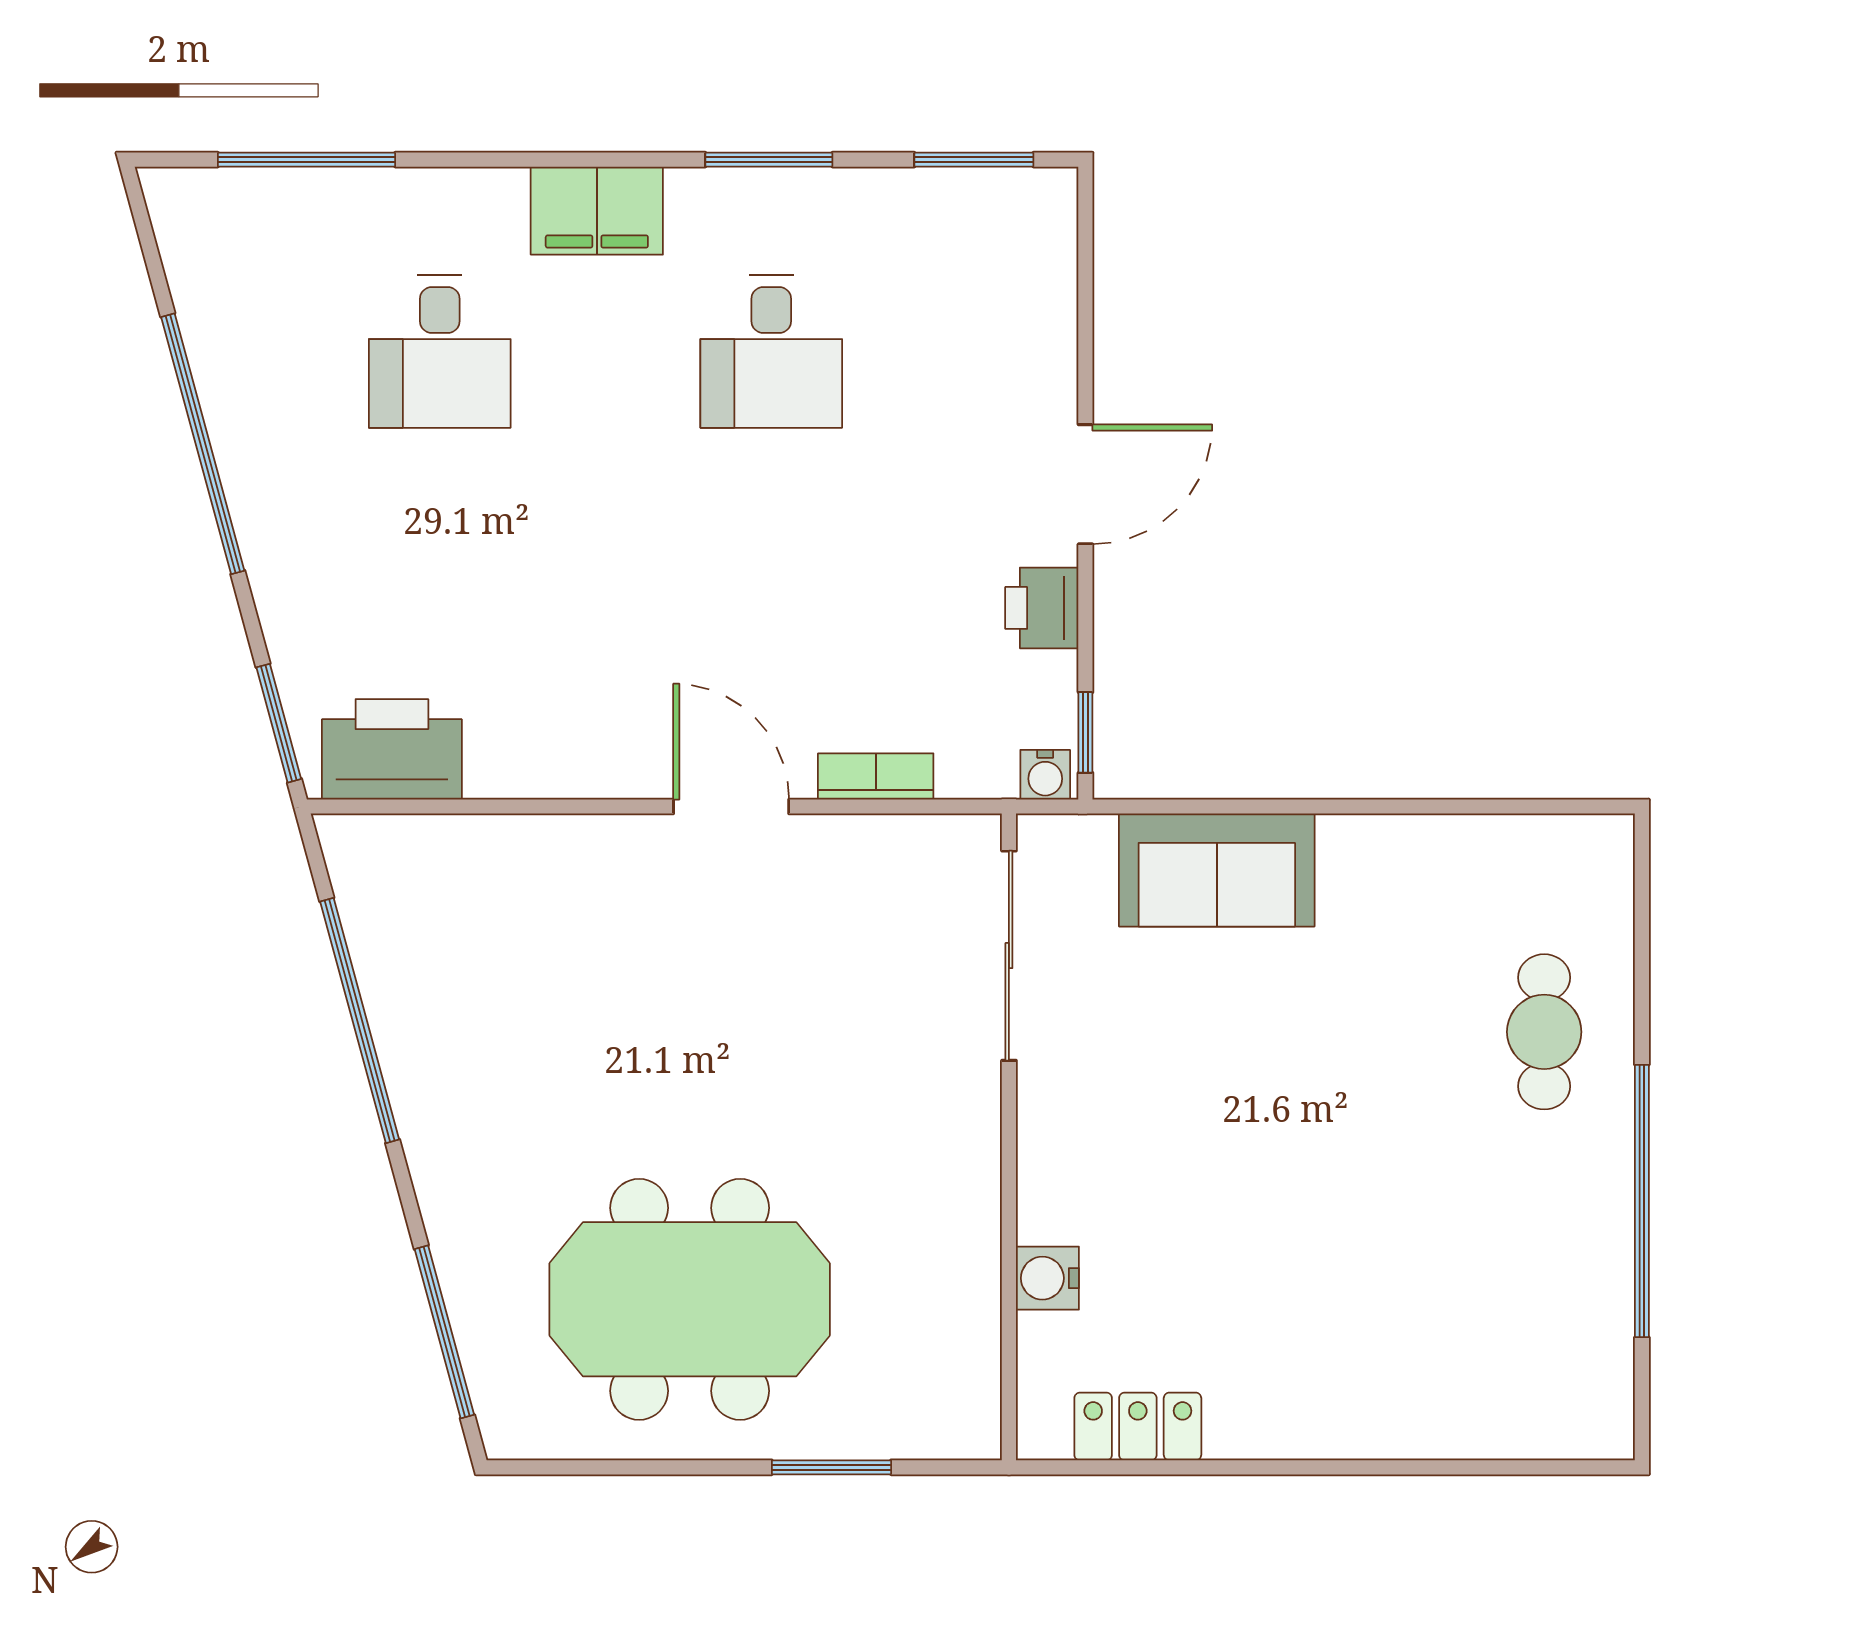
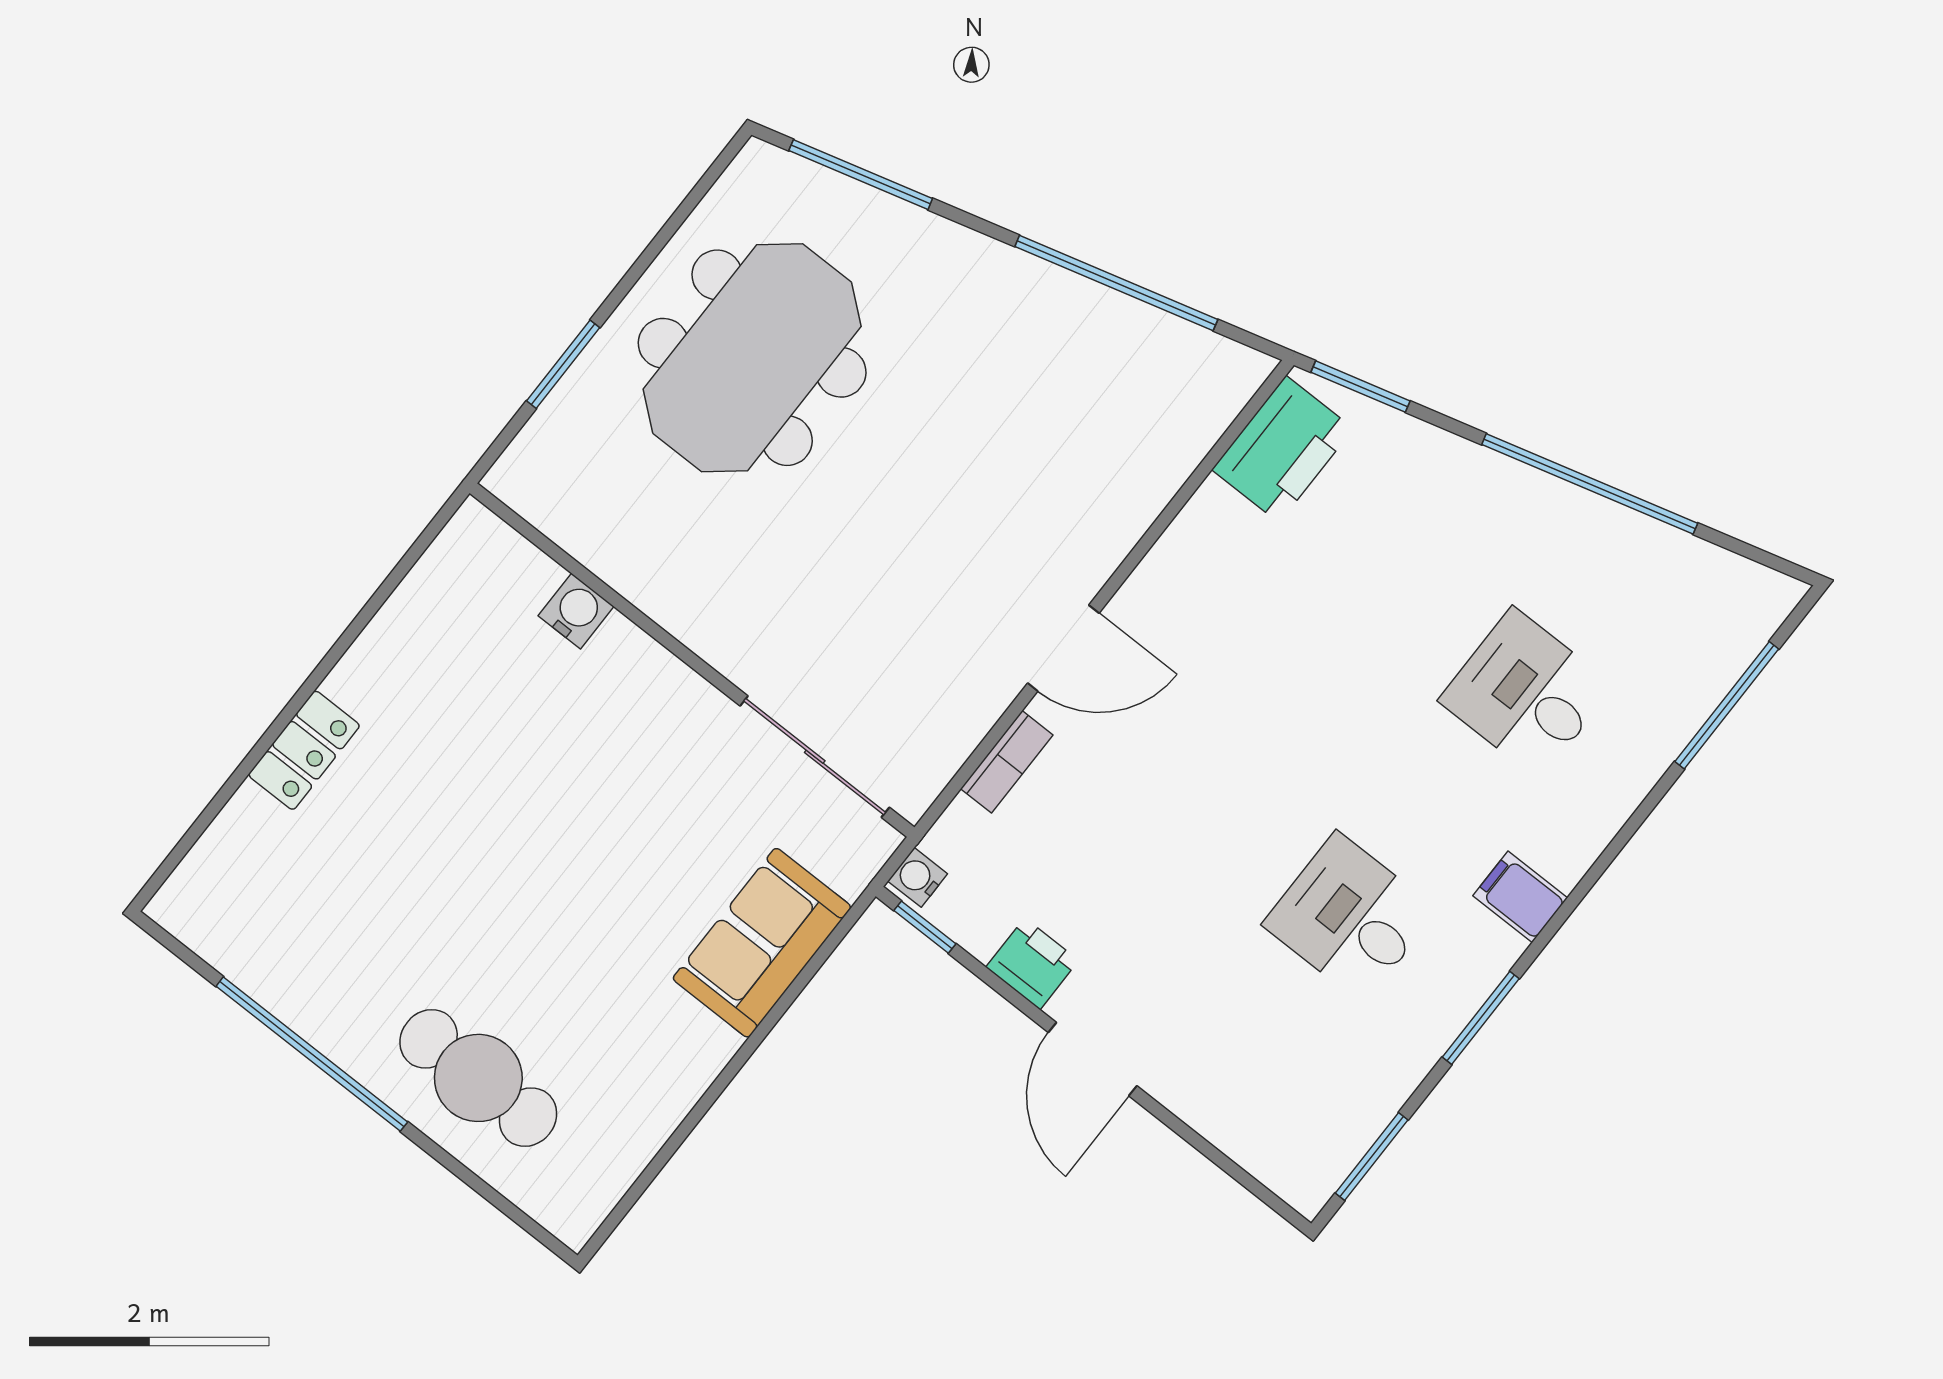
filing cabinet: (597, 211) -> (1520, 897), width x0.50
cafe table: (1544, 1032) -> (478, 1078), width x1.37, depth x1.35
locker: (1138, 1426) -> (304, 750), moved

